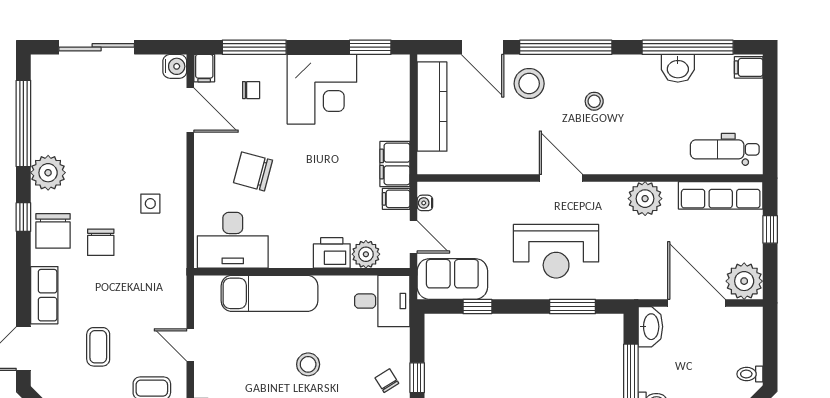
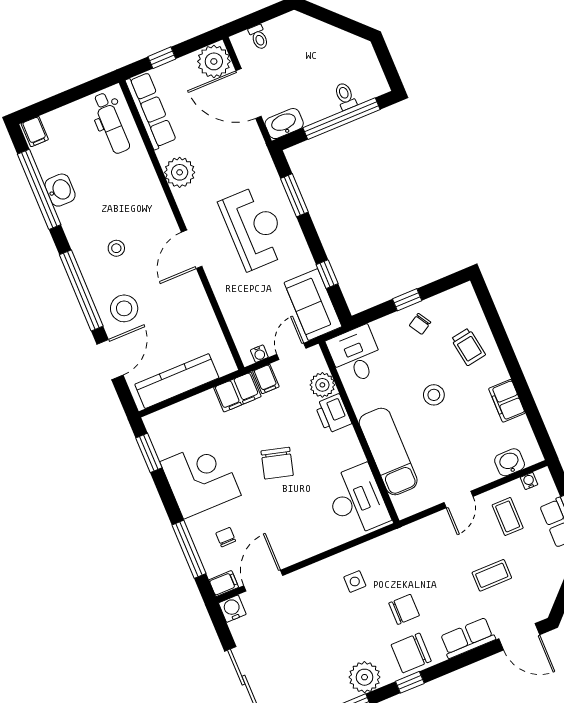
chair: (253, 171) -> (277, 463), moved
chair: (53, 231) -> (411, 653), turned 180
door: (697, 303) -> (248, 93), hinge flipped
toilet: (750, 374) -> (259, 37), moved

